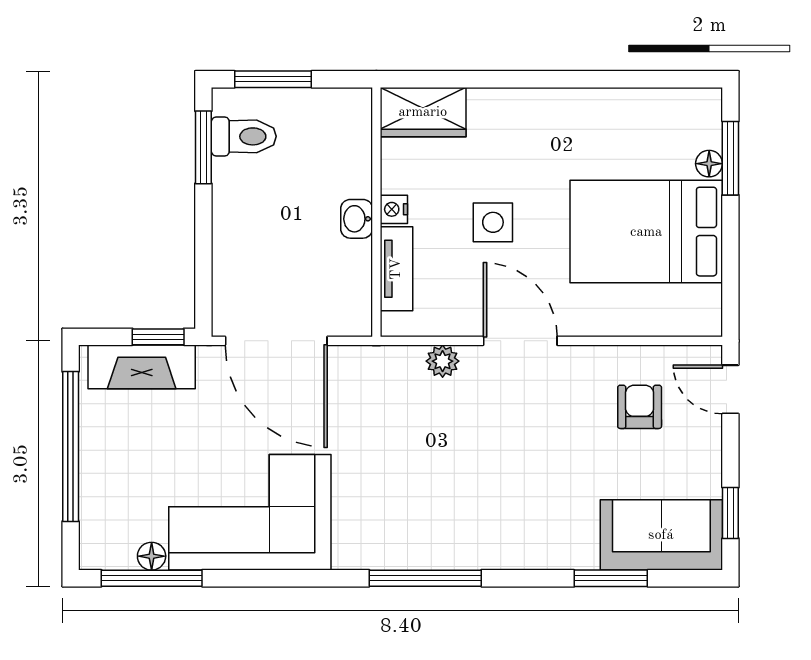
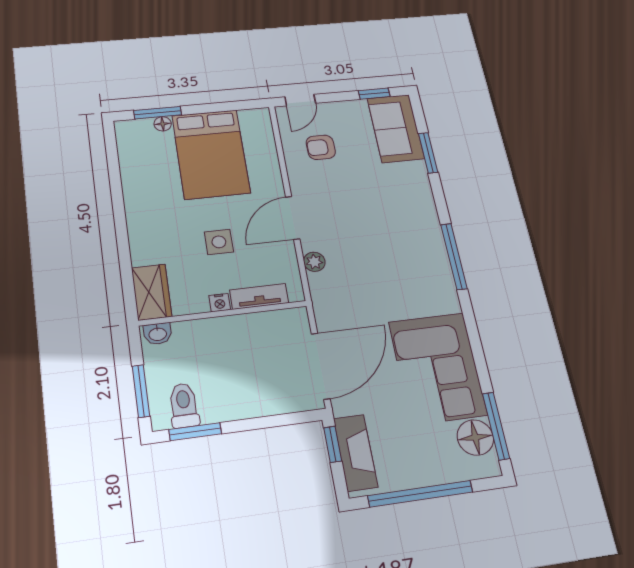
washbasin: (357, 219) -> (158, 334), moved
floor lamp: (152, 556) -> (475, 437), width x1.89, depth x1.89

